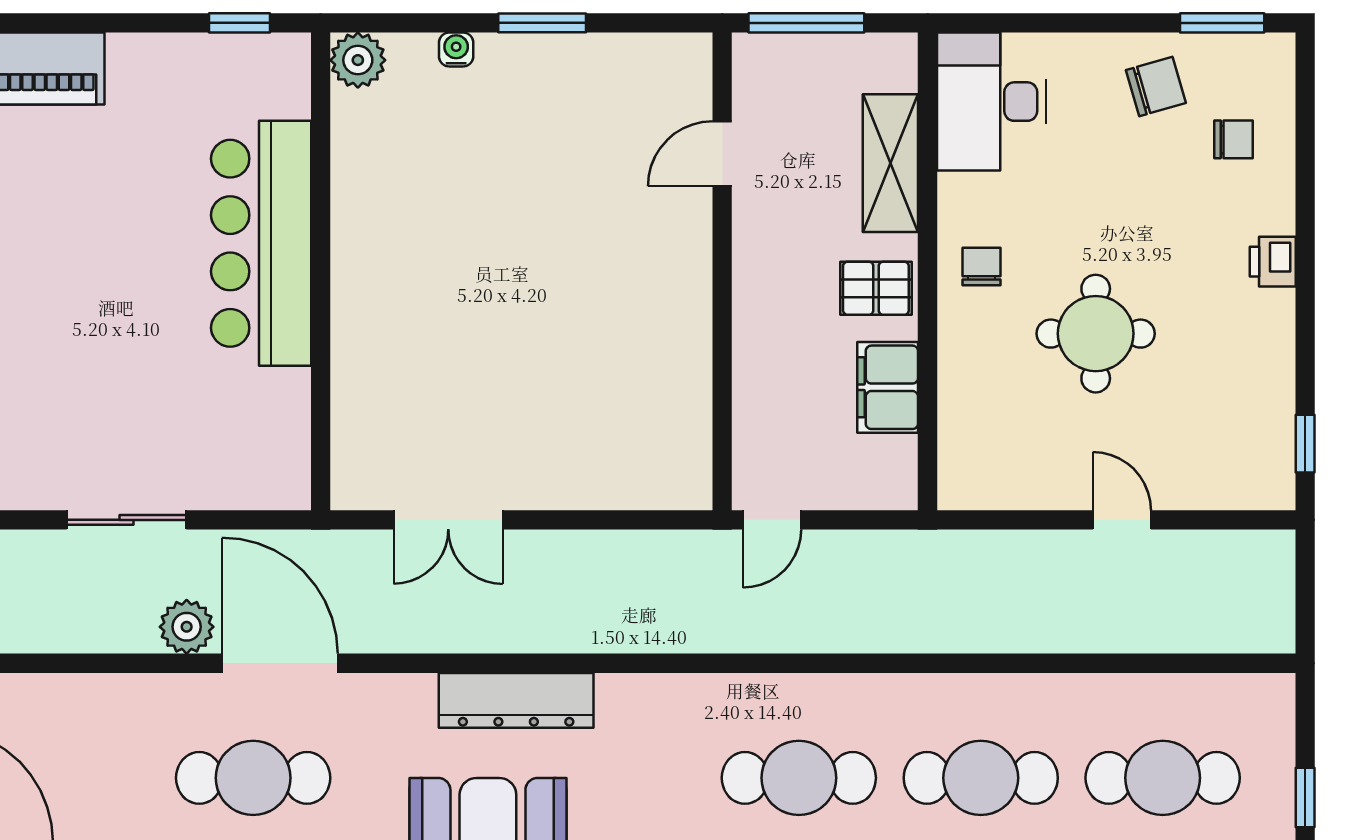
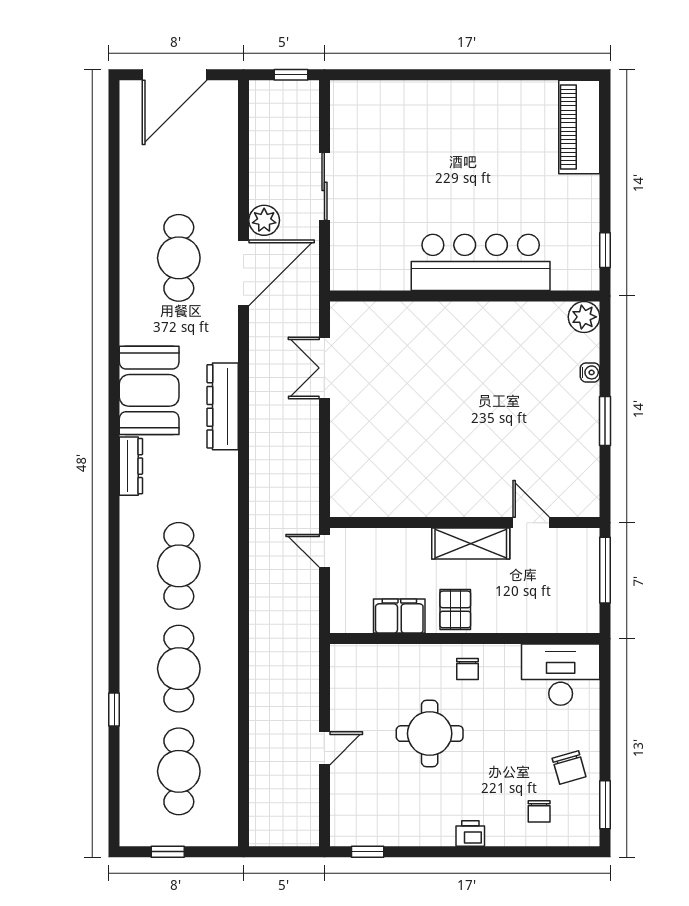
shelving: (890, 163) -> (471, 544), moved
chair: (981, 266) -> (468, 669), turned 90

